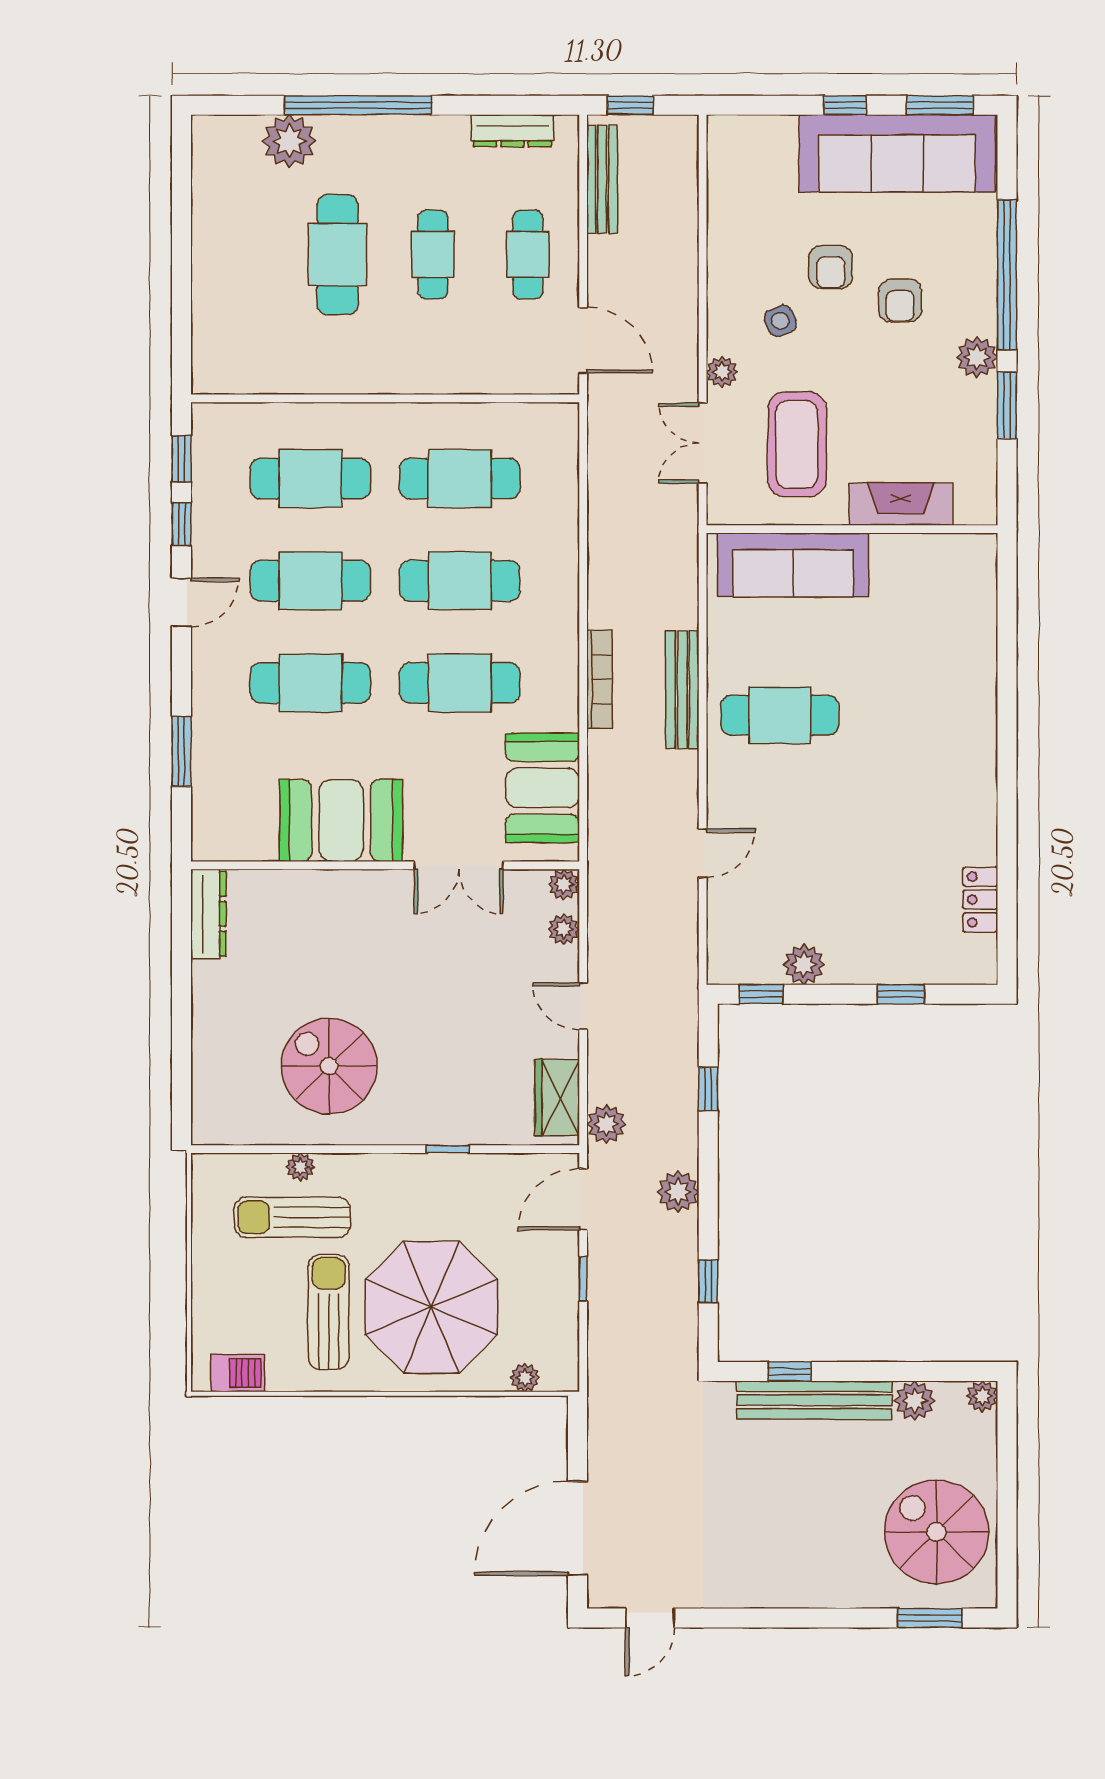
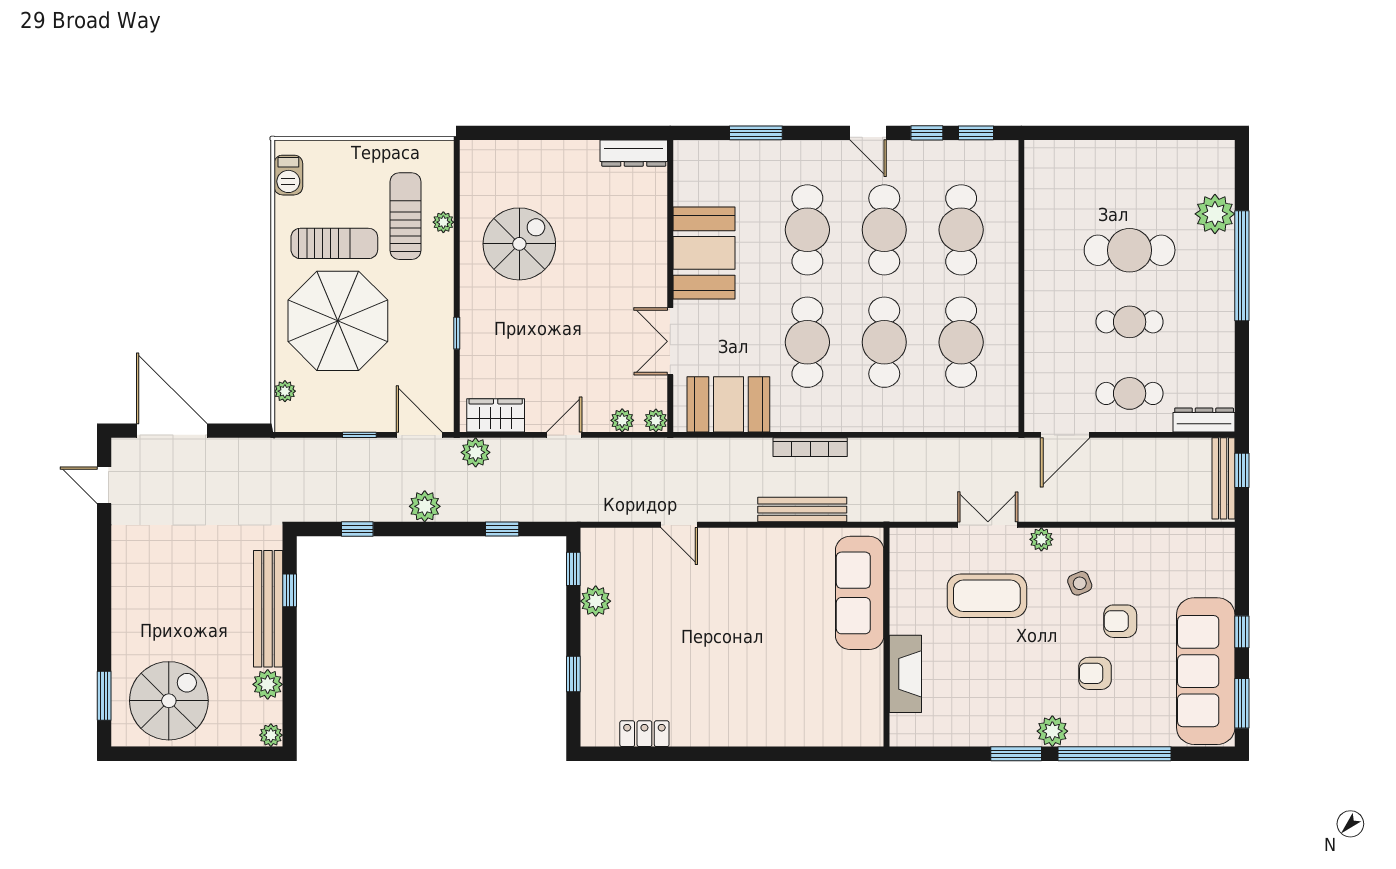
dresser: (512, 131) -> (1204, 420), moved, turned 90
bench: (602, 179) -> (1223, 478), moved, turned 90
fireplace: (901, 504) -> (905, 674), moved
wall: (852, 529) -> (887, 637), moved
sofa: (793, 565) -> (860, 593), moved
cafe table: (780, 715) -> (783, 583), removed

